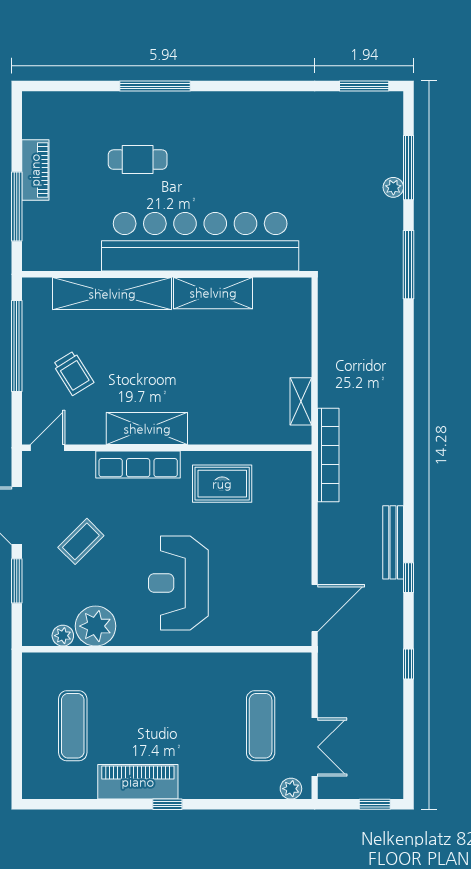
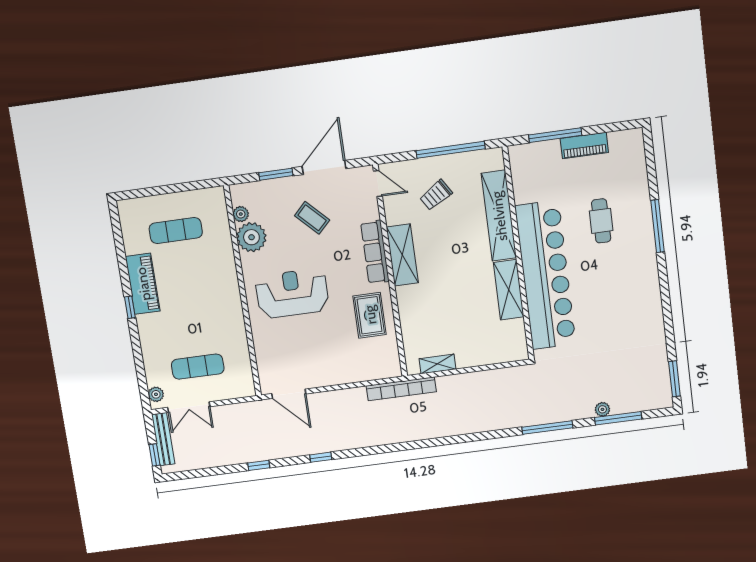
bench: (393, 542) -> (163, 439), moved, turned 90

